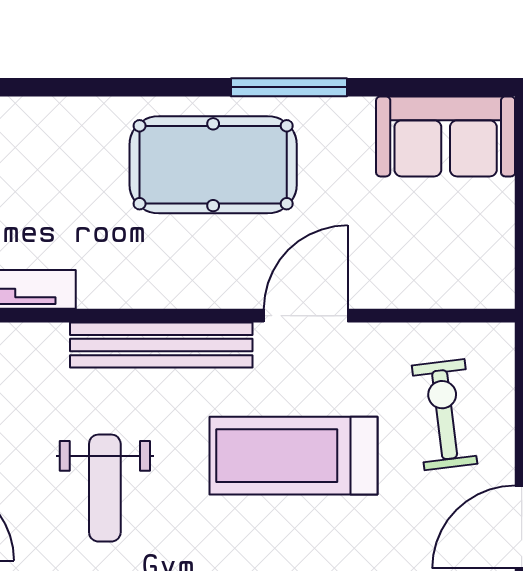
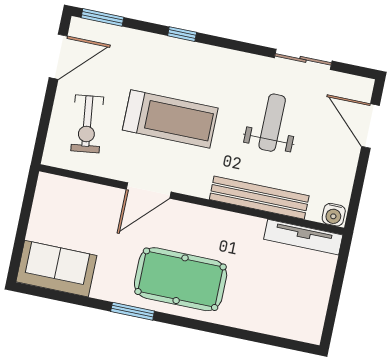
window: (289, 87) -> (133, 311), width x0.69
bench: (161, 345) -> (259, 198), moved

